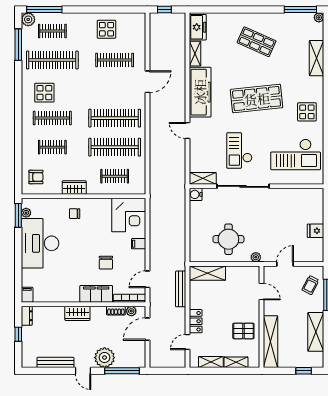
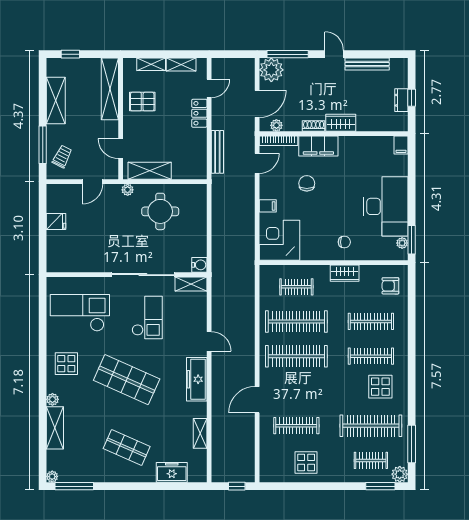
window: (44, 9) -> (380, 486), width x0.69
freezer: (198, 27) -> (172, 472), moved, turned 90
plant: (319, 82) -> (52, 399), added
freezer: (200, 92) -> (197, 379), width x0.73, depth x0.79
shop shelf: (257, 99) -> (127, 380), turned 30
clothes rail: (52, 147) -> (371, 321), width x1.36
shelving: (207, 273) -> (150, 171), moved
shoe rack: (116, 311) -> (314, 126), moved
dresser: (27, 316) -> (401, 100), moved
plant: (105, 358) -> (271, 70), moved

